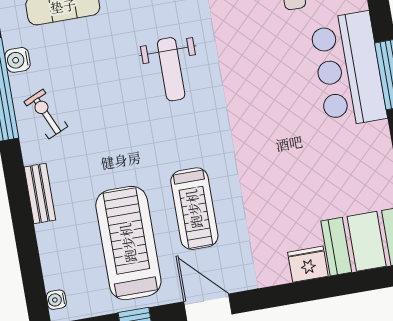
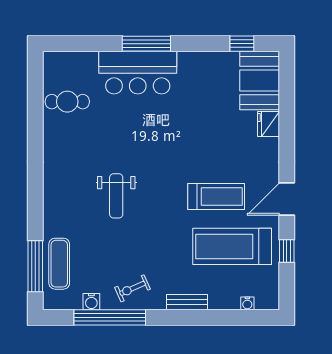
weight bench: (171, 69) -> (116, 196), turned 90
water cooler: (56, 300) -> (247, 303), moved

